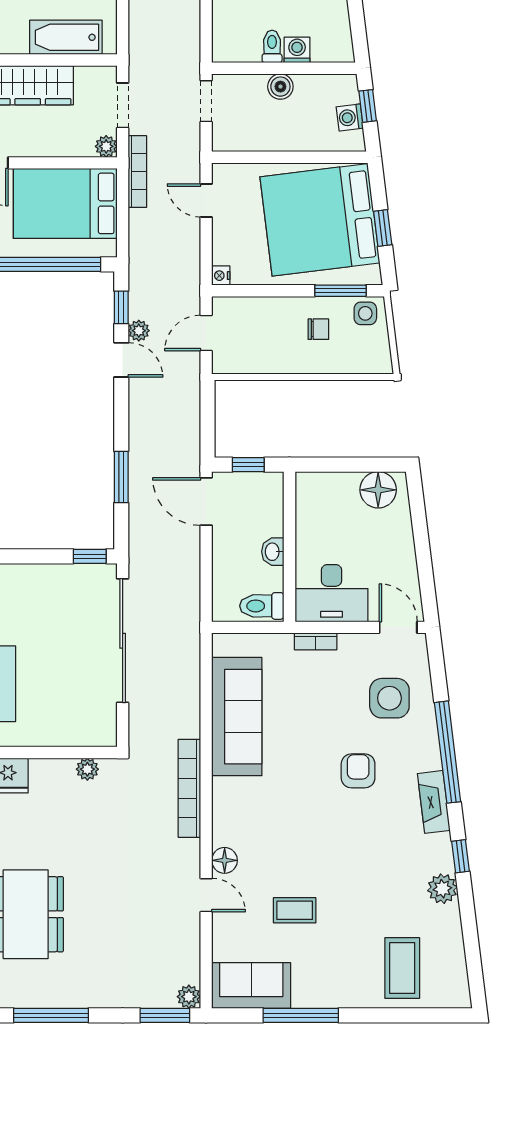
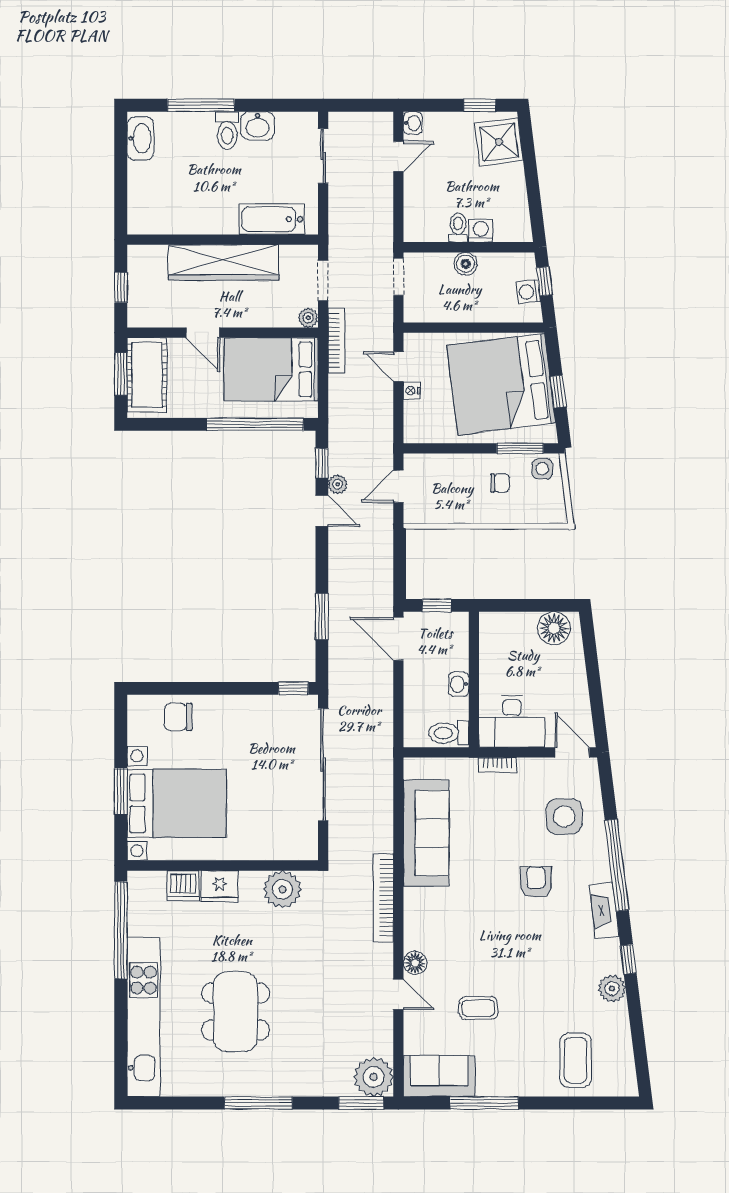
nightstand: (221, 276) -> (412, 391), moved
plant: (87, 769) -> (282, 889), width x1.88, depth x1.88
plant: (189, 997) -> (374, 1077), width x1.87, depth x1.87

